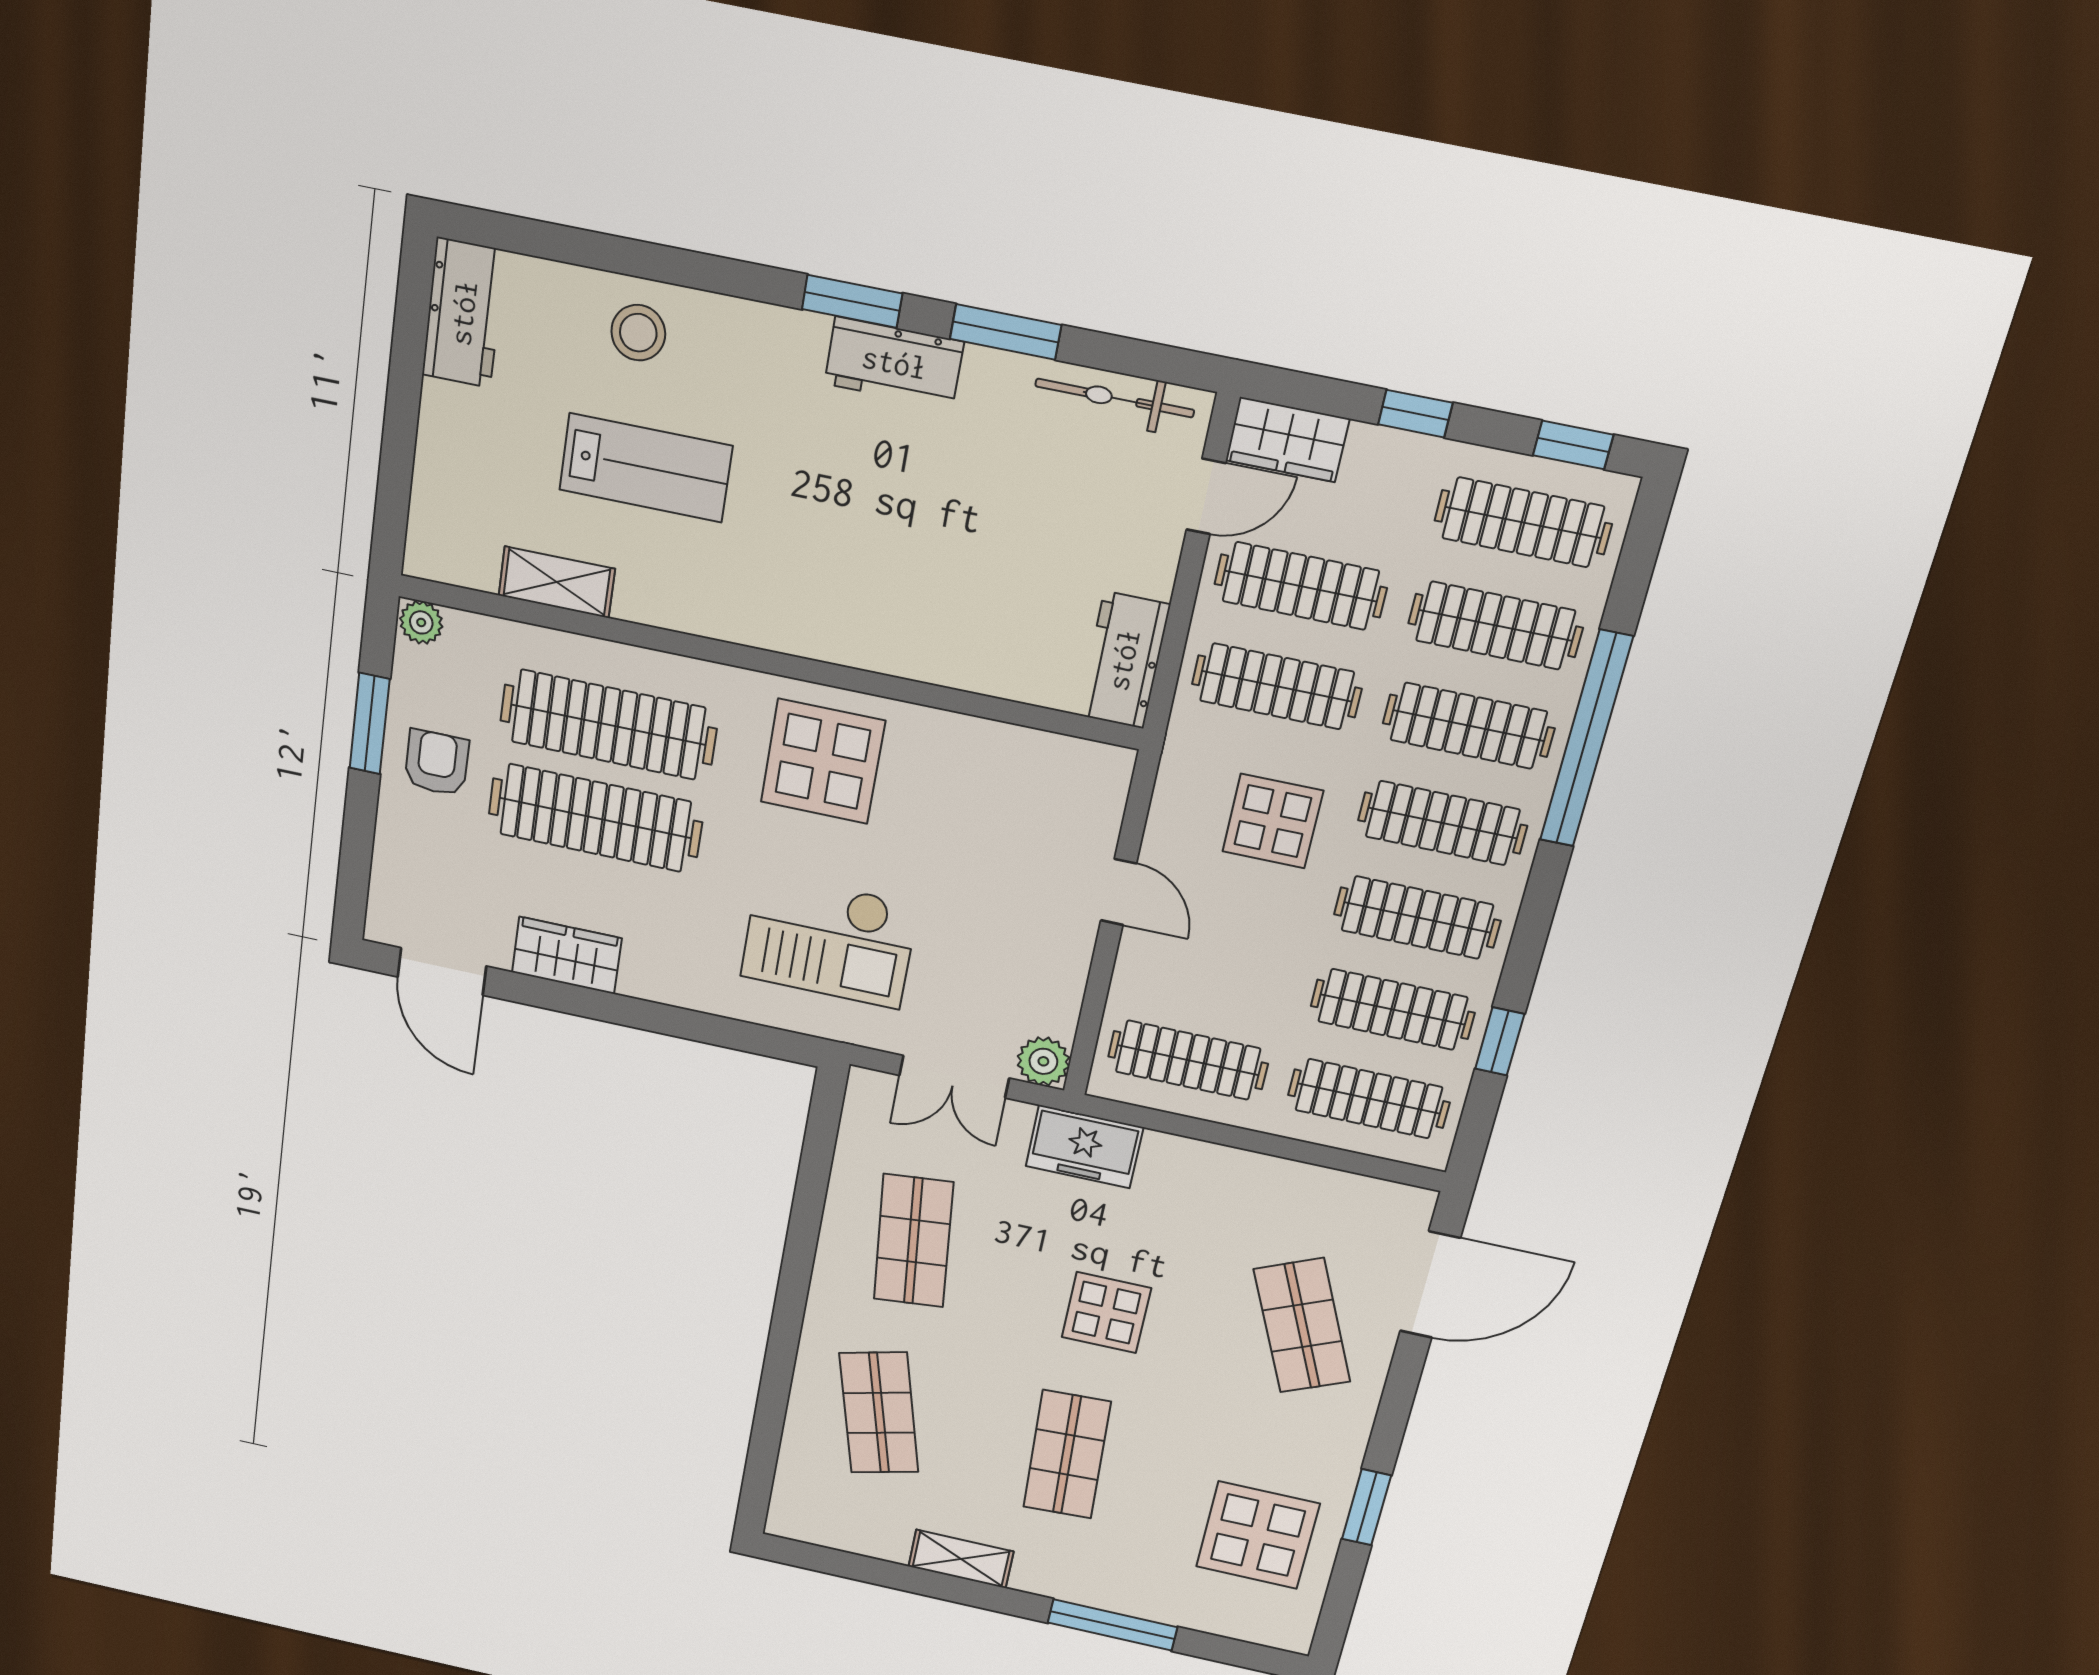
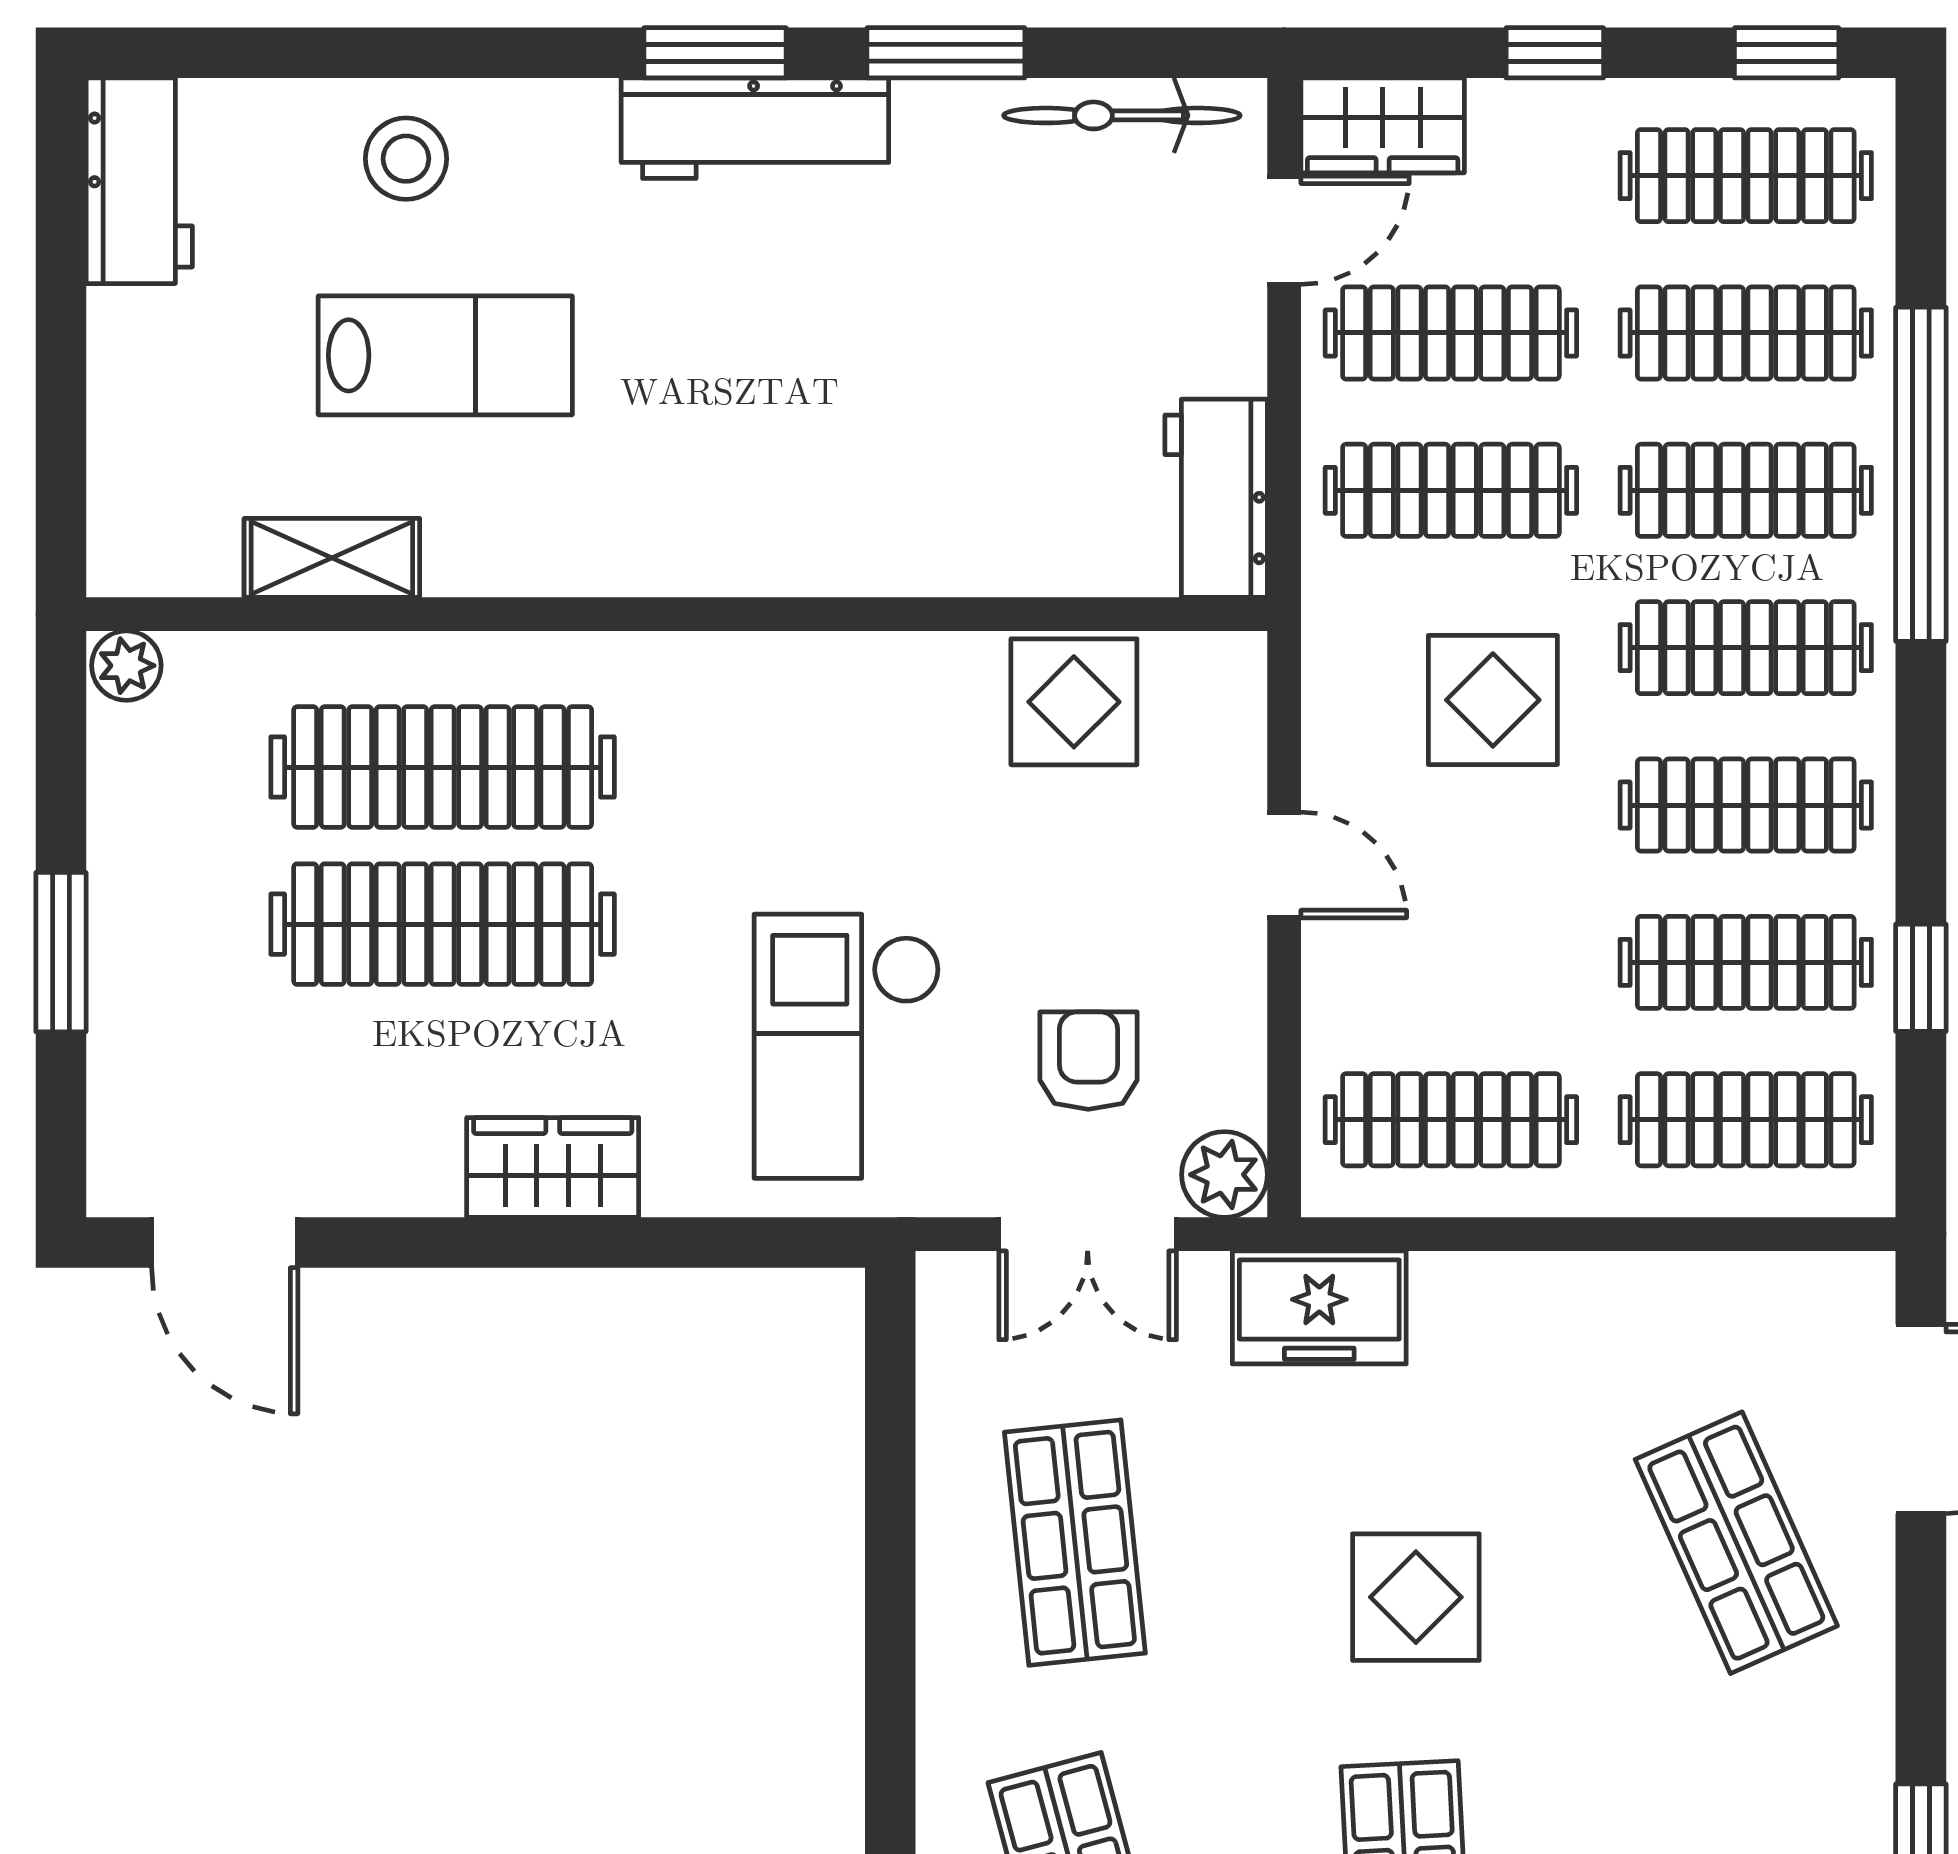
workbench: (894, 363) -> (755, 128), width x1.38
window: (370, 724) -> (61, 952), moved
display table: (823, 761) -> (1074, 702), moved, width x0.73, depth x0.73
armchair: (437, 763) -> (1088, 1061), moved
checkout: (829, 940) -> (847, 1046), turned 90
wardrobe: (567, 955) -> (553, 1167), moved

